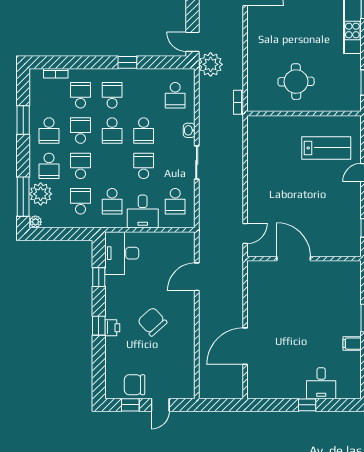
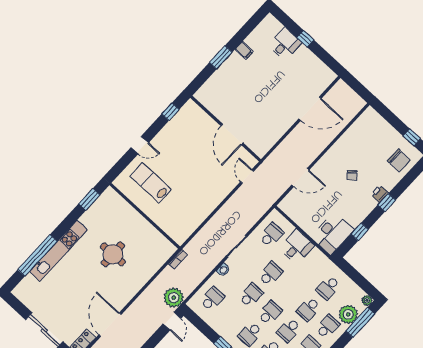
round table: (296, 82) -> (113, 254), moved
school desk: (144, 166) -> (271, 274), turned 180
school desk: (112, 201) -> (309, 270), removed
door: (245, 233) -> (247, 177), hinge flipped
chair: (152, 322) -> (352, 175), width x0.54, depth x0.54
chair: (135, 385) -> (399, 161), moved
door: (160, 405) -> (394, 121), removed

